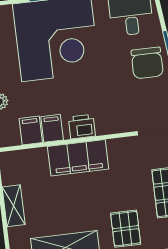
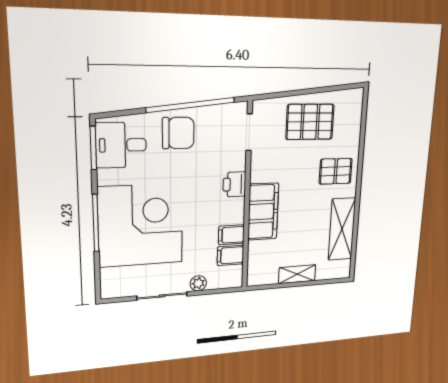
printer: (82, 127) -> (234, 184), moved

